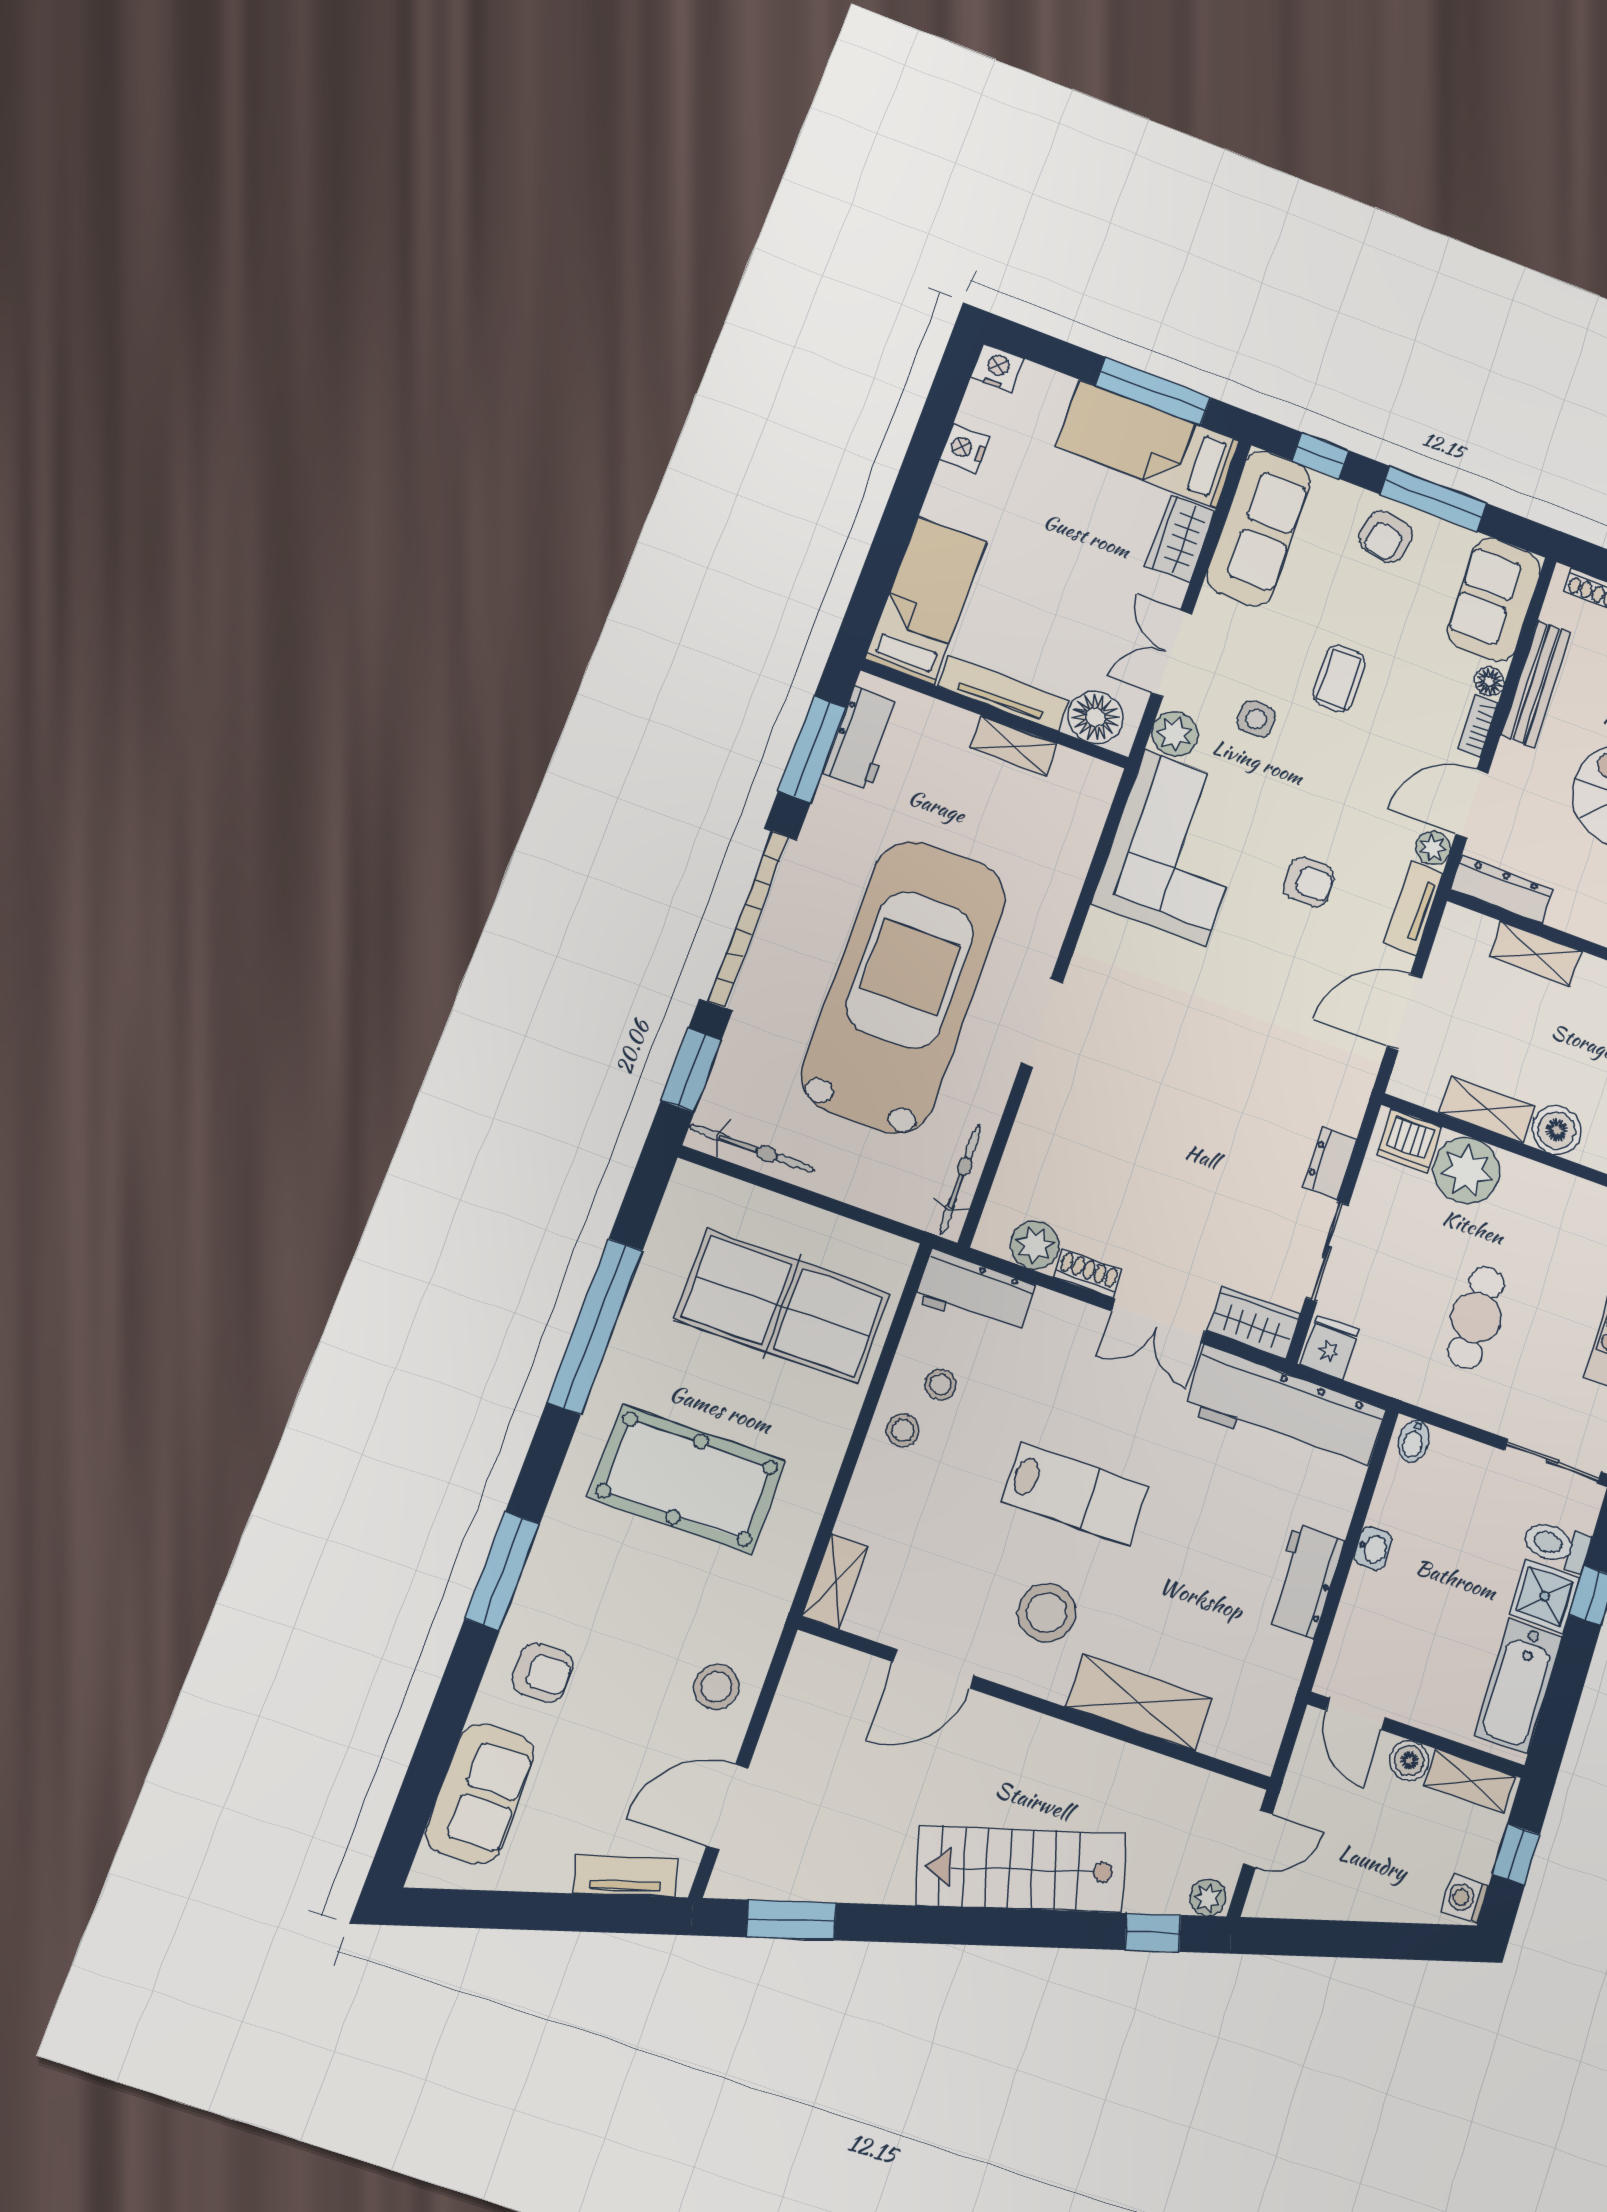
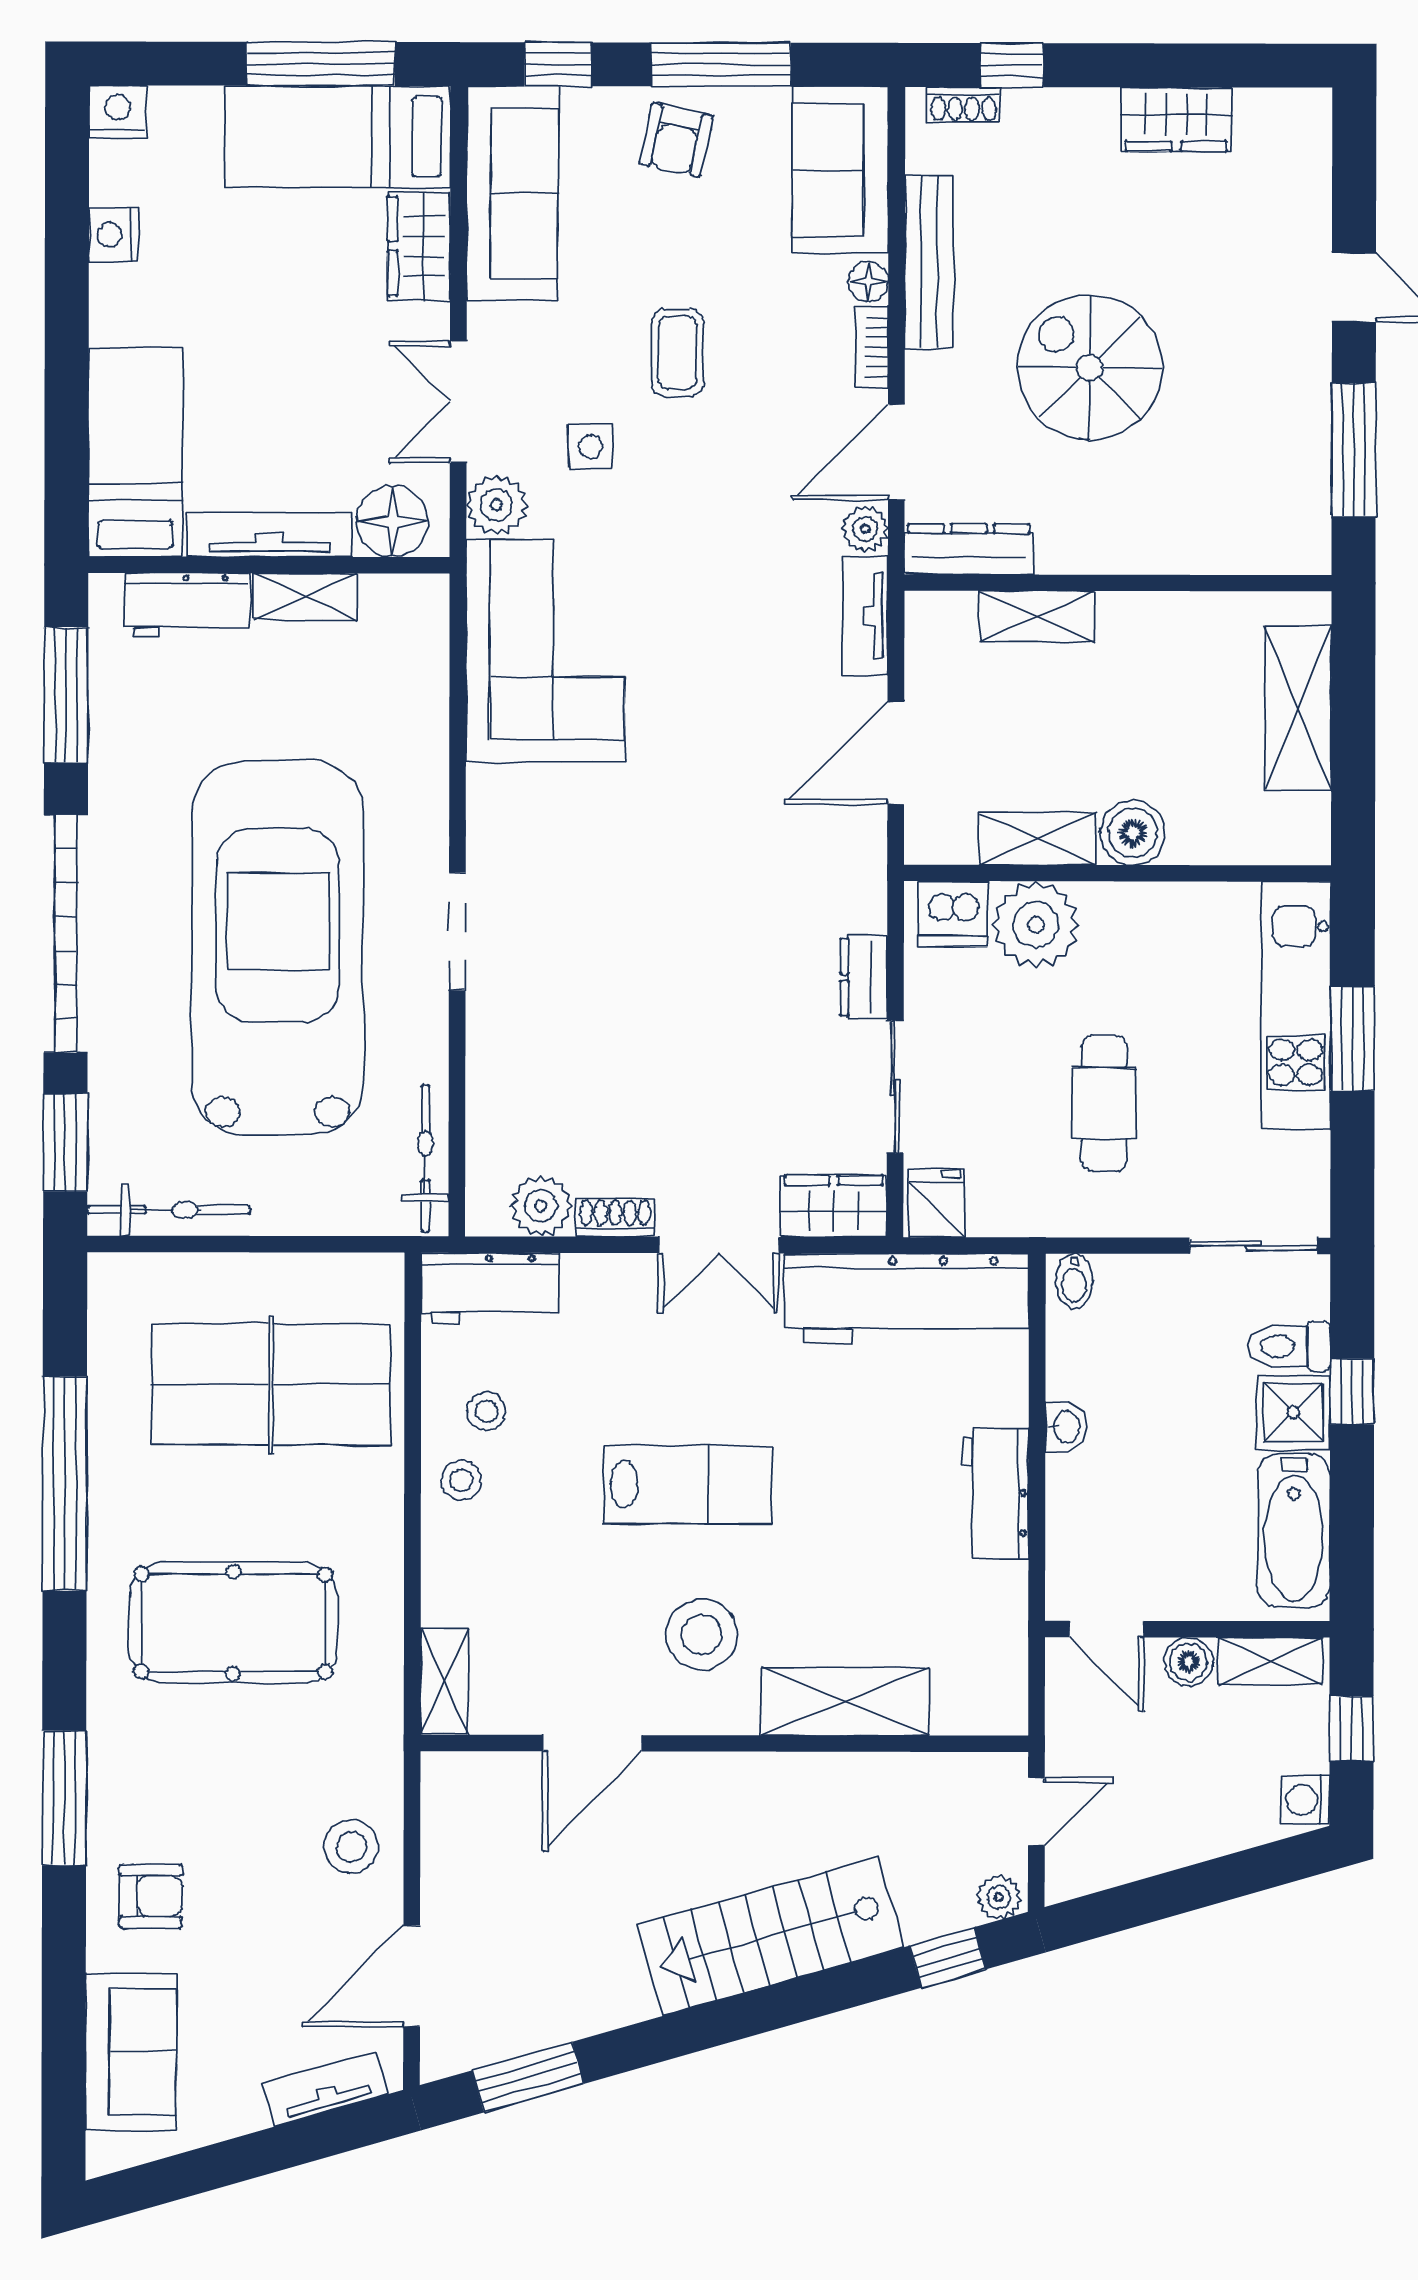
workbench: (862, 738) -> (187, 605), moved, turned 90
armchair: (1309, 882) -> (724, 631), removed

